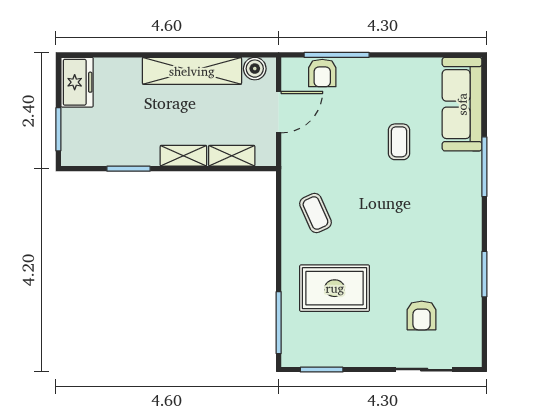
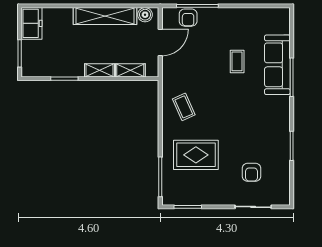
sofa: (462, 104) -> (277, 65), moved

